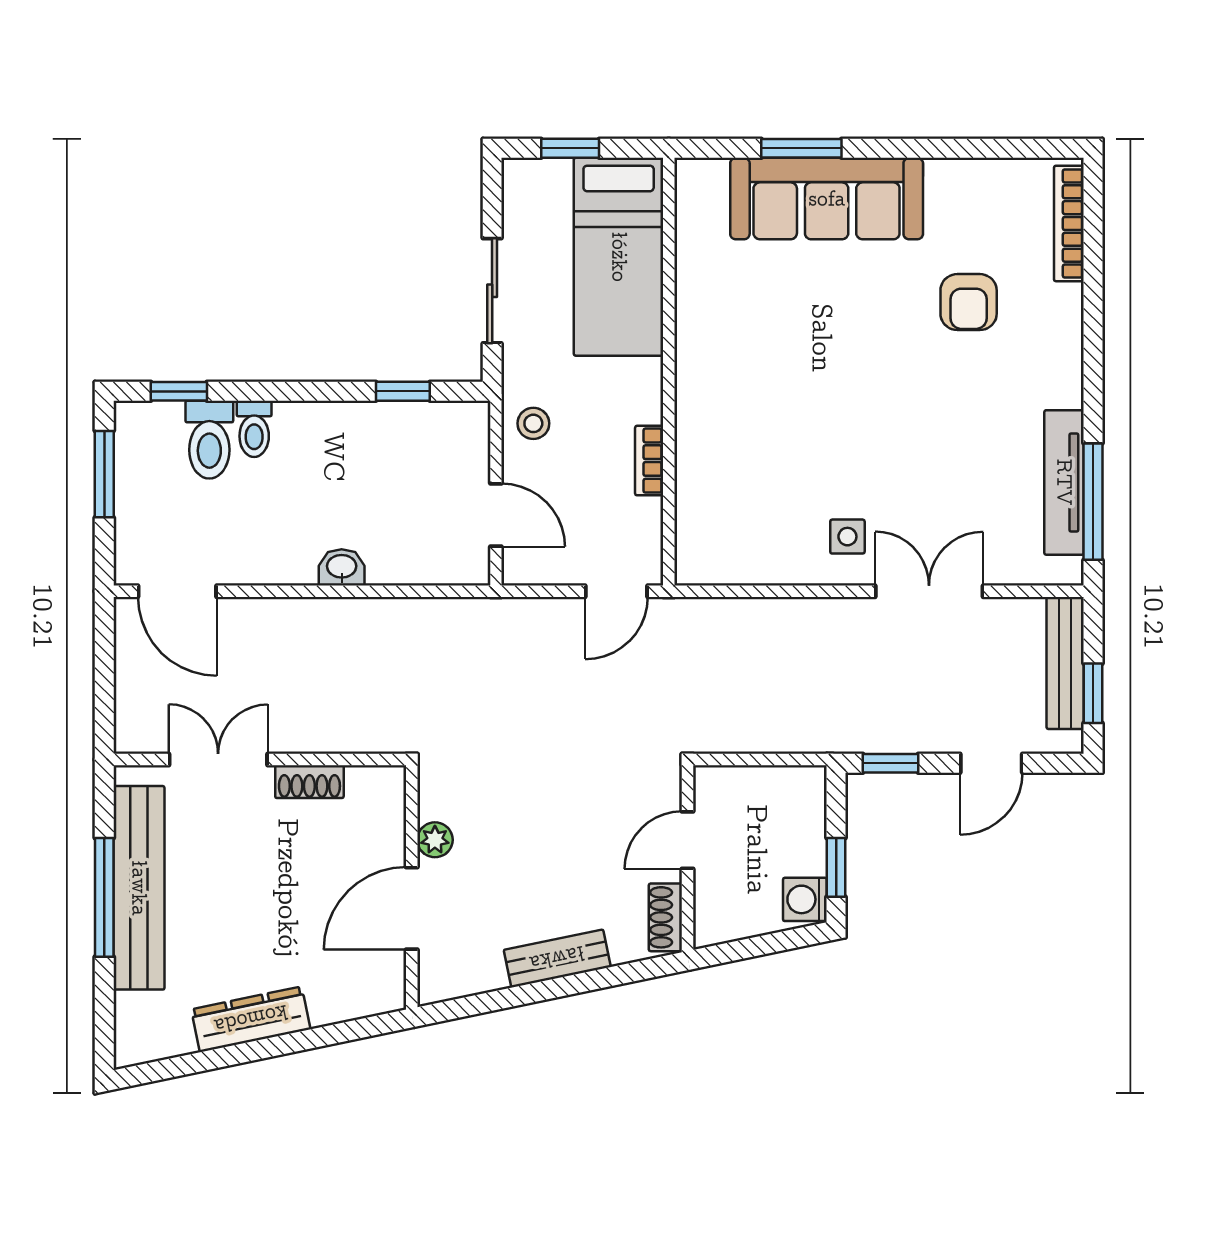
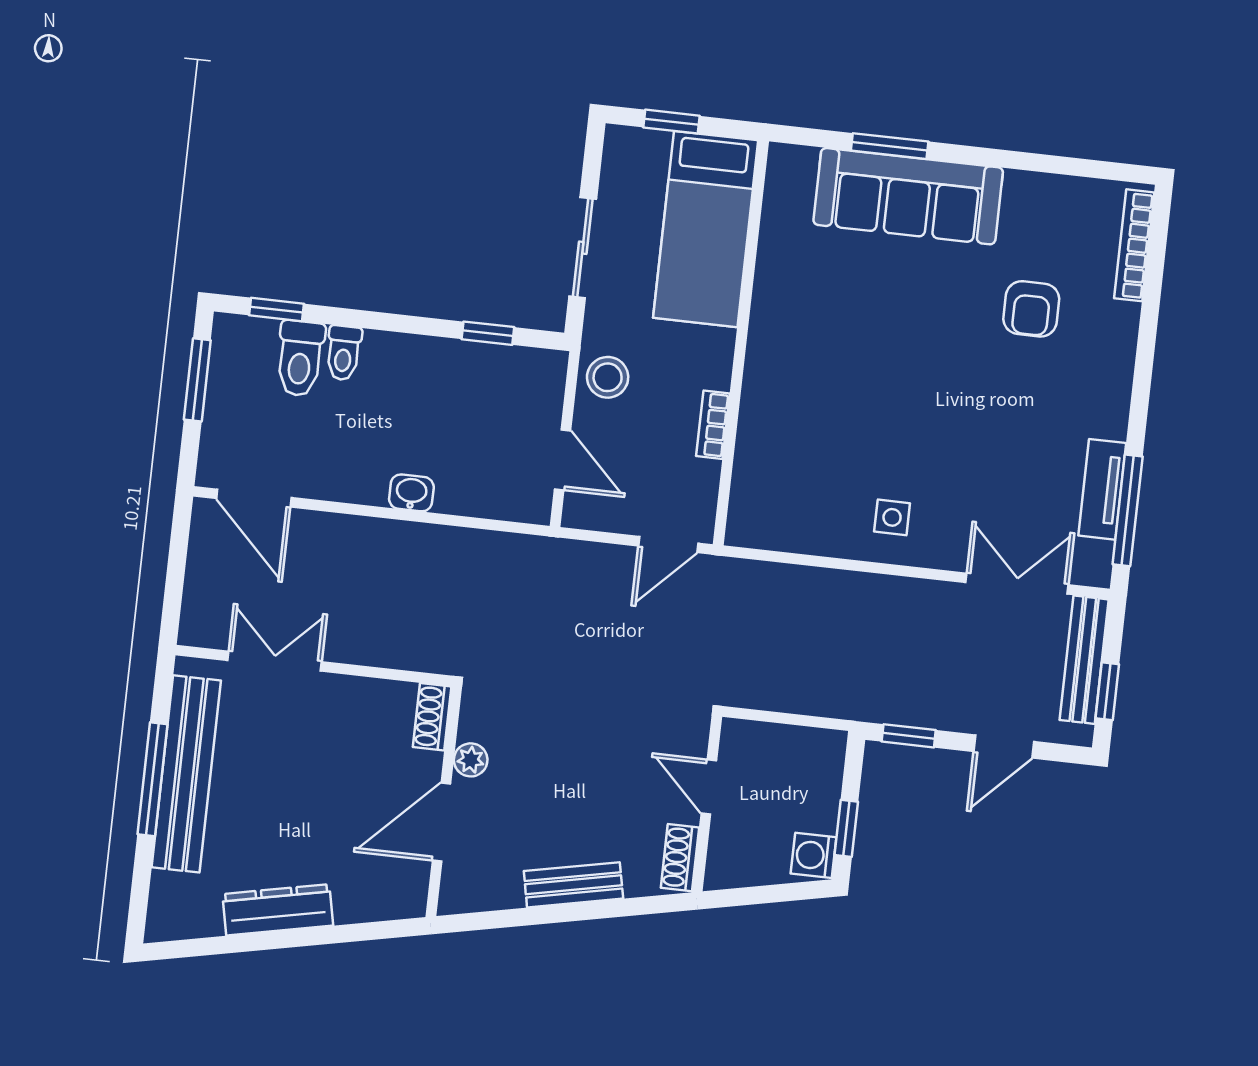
stool: (533, 423) -> (608, 377), width x1.37, depth x1.37
tv unit: (1064, 482) -> (1102, 489), width x0.71
double door: (929, 591) -> (1017, 584), moved
shoe rack: (309, 782) -> (432, 717), moved, turned 90
door: (687, 840) -> (709, 787), hinge flipped

